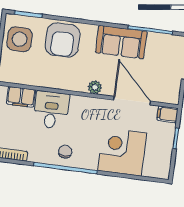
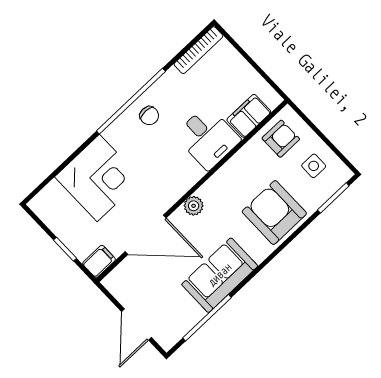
side table: (19, 39) -> (314, 166), width x0.54, depth x0.54
armchair: (19, 69) -> (281, 139), added

